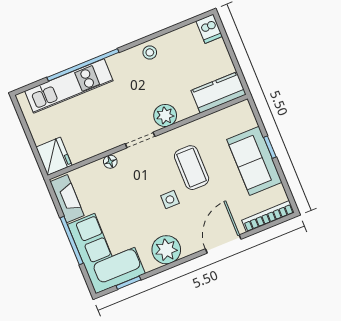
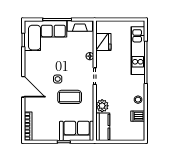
dishwasher: (209, 29) -> (138, 116), moved
plant: (165, 115) -> (102, 106), moved
fridge: (54, 156) -> (103, 42), moved, turned -90
sofa: (254, 161) -> (77, 131), moved
door: (223, 244) -> (23, 87), moved
plant: (166, 250) -> (32, 67), removed

